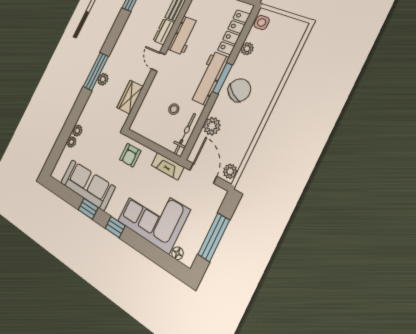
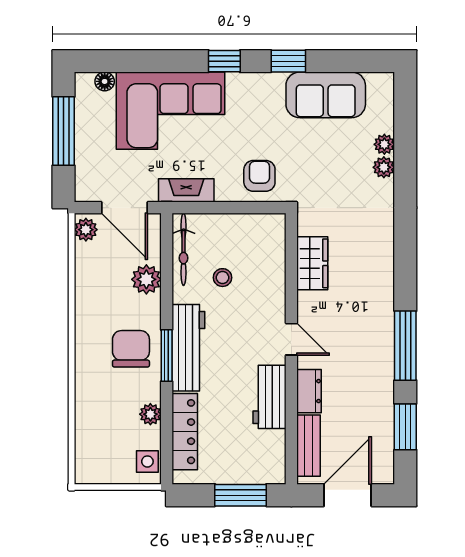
window: (96, 72) -> (405, 346), moved
plant: (103, 79) -> (383, 271), removed
chair: (239, 90) -> (131, 349), turned 146
sofa: (87, 185) -> (326, 95), width x0.73

